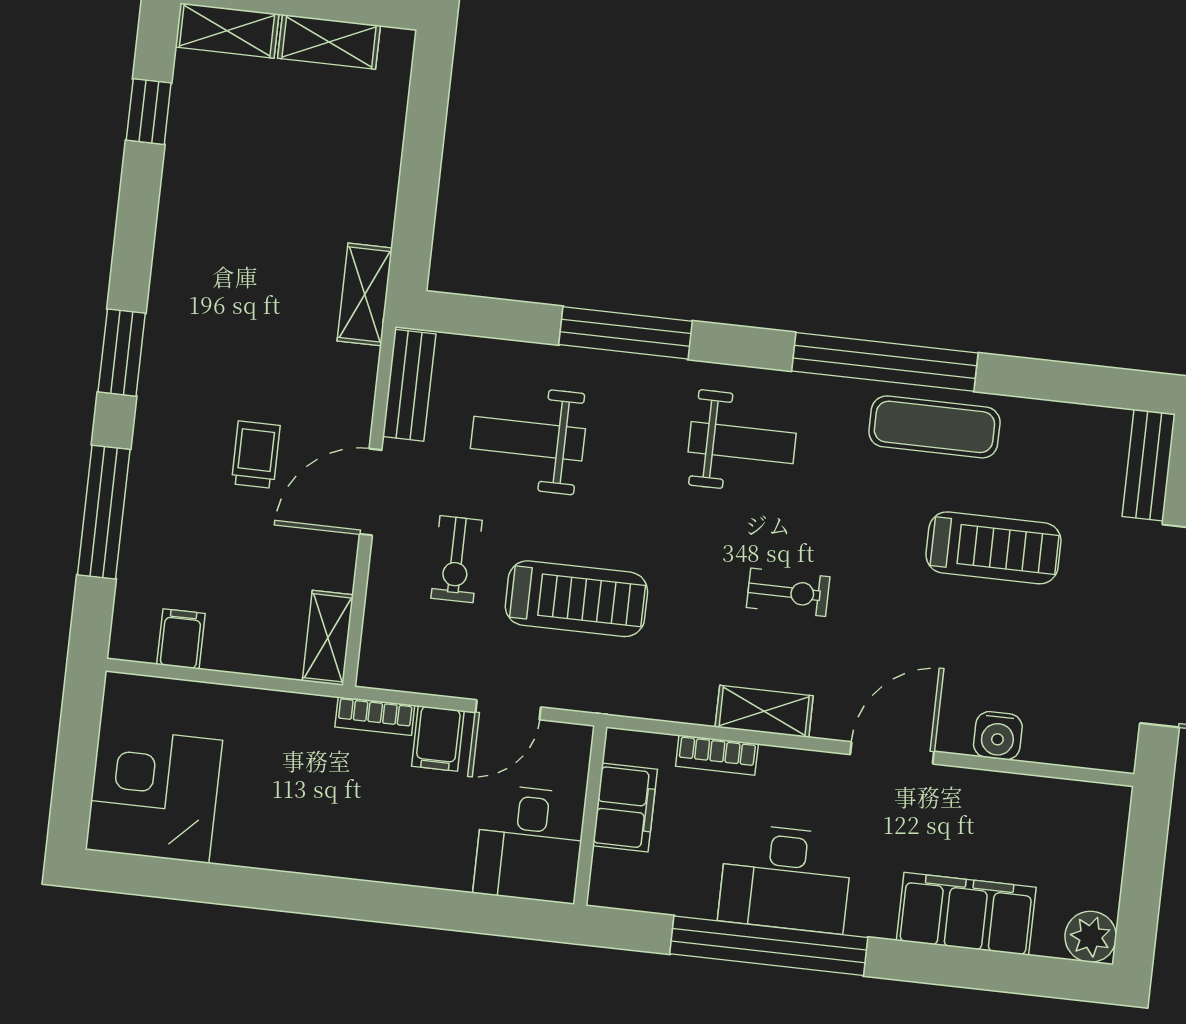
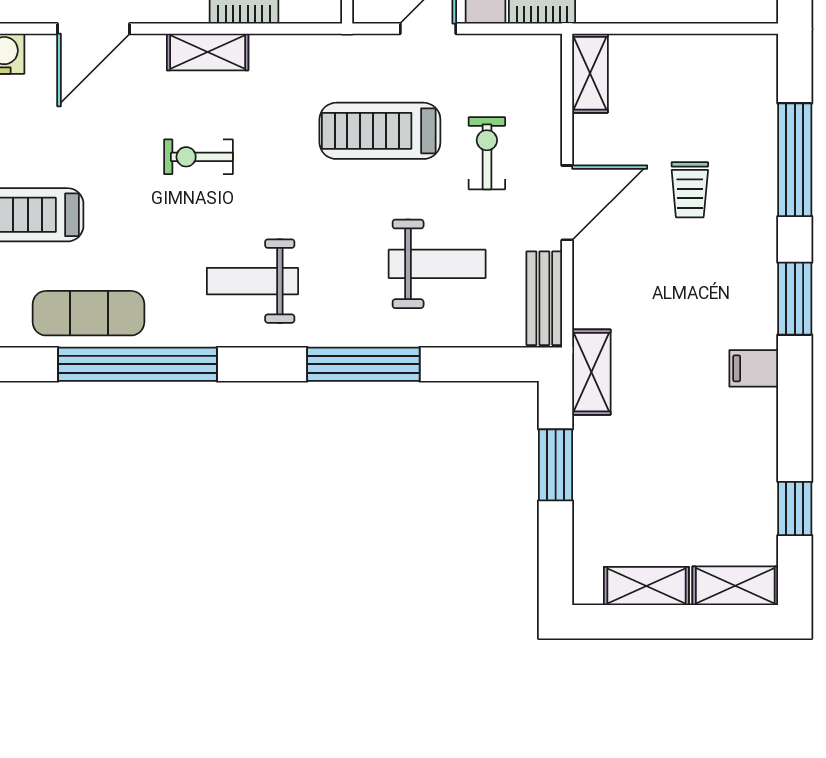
window: (418, 192) -> (556, 465), added
trolley: (256, 455) -> (690, 190), moved
filing cabinet: (181, 639) -> (754, 368), moved, turned 90

